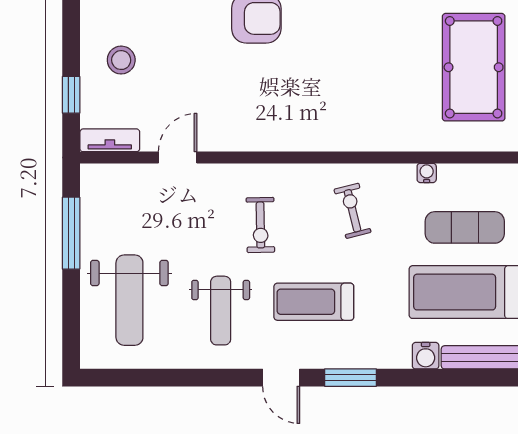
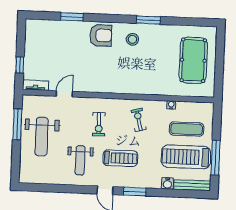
stool: (121, 60) -> (132, 39), moved
weight bench: (129, 300) -> (42, 137), moved
treadmill: (314, 302) -> (120, 158), turned 180

